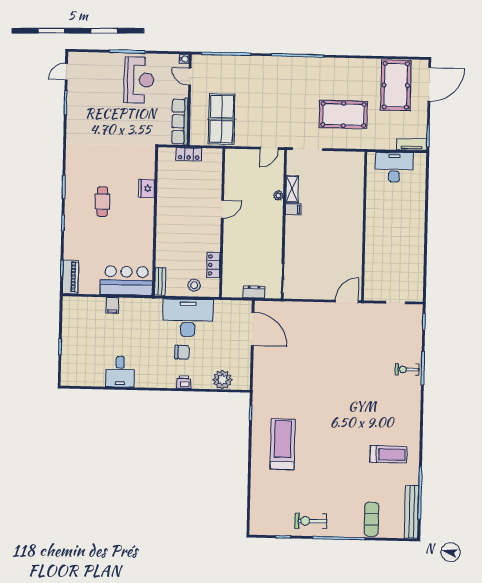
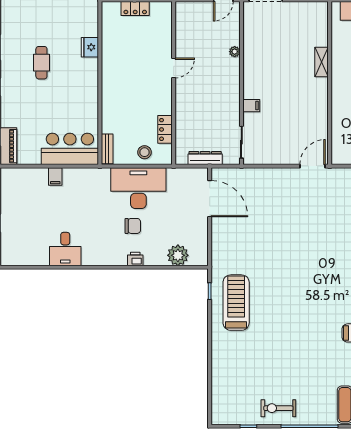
shelving: (292, 189) -> (321, 62), moved
filing cabinet: (293, 209) -> (251, 106), moved
dresser: (254, 292) -> (205, 158), width x1.44
treadmill: (283, 444) -> (236, 303), moved

